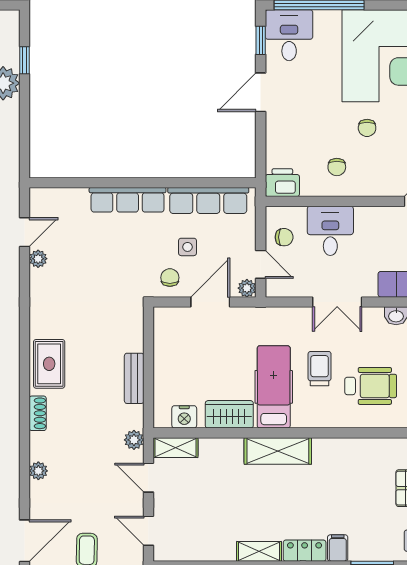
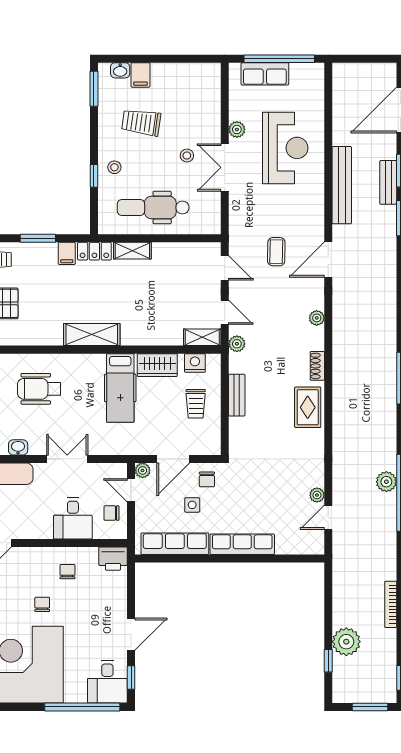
trolley: (320, 369) -> (196, 404), moved
shelving: (278, 451) -> (92, 334), moved

